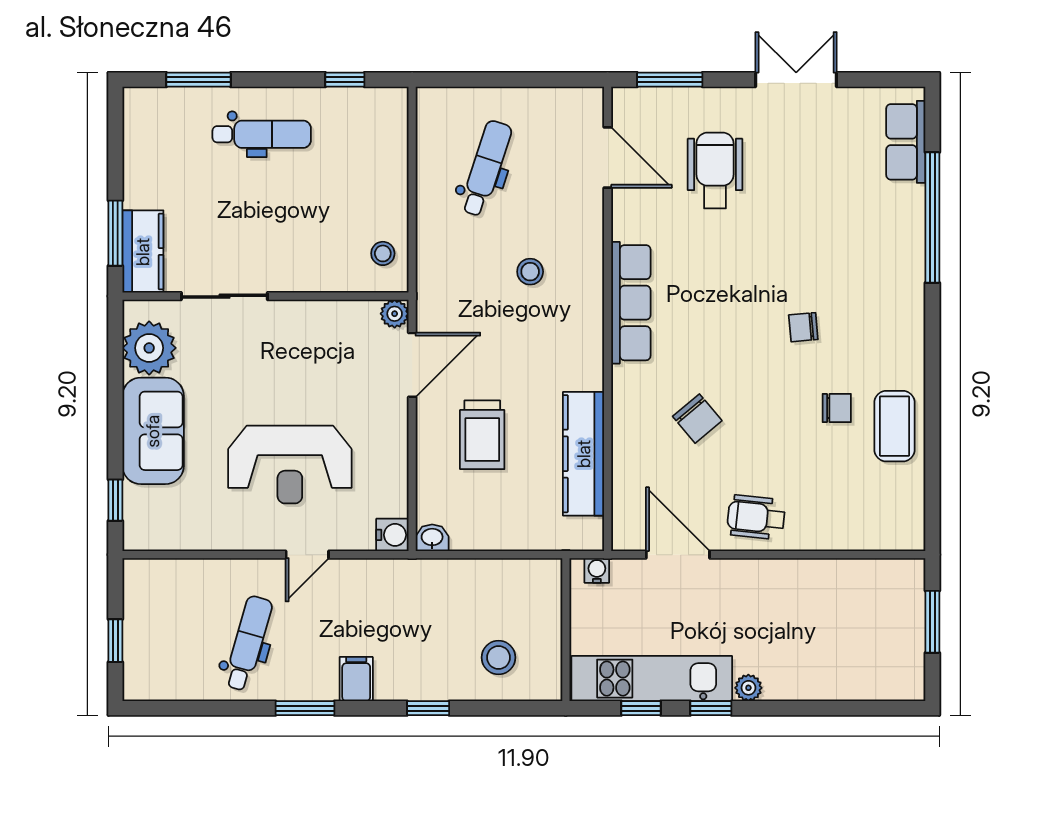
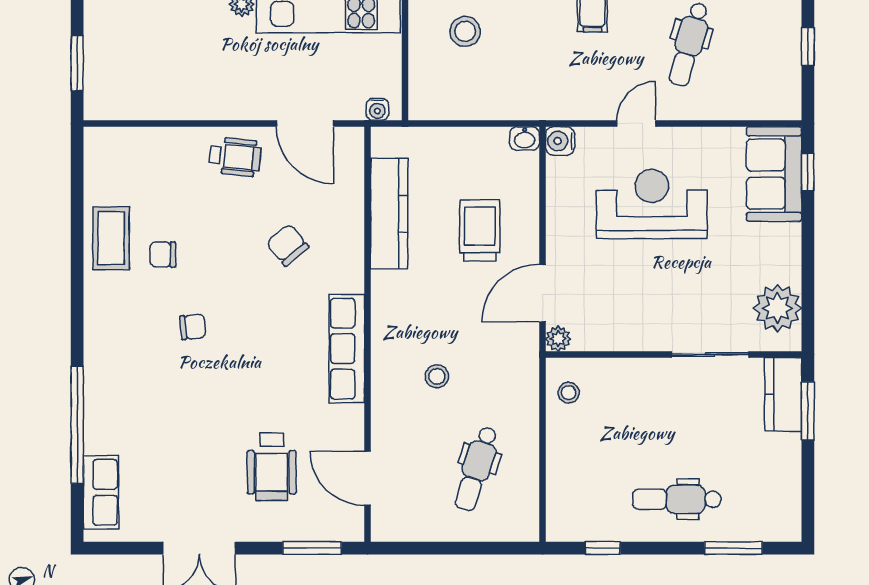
sofa: (153, 431) -> (774, 174), moved

